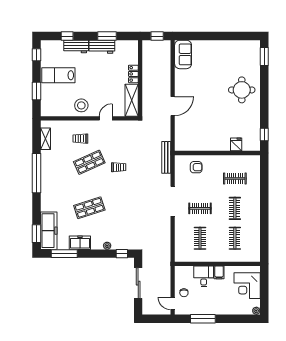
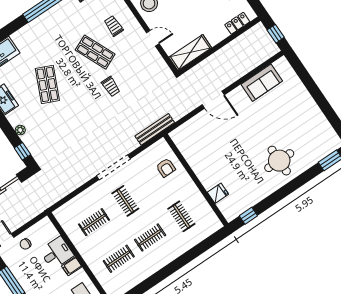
sofa: (183, 54) -> (262, 83), moved
locker: (133, 74) -> (237, 23), moved
shop shelf: (89, 208) -> (47, 84), turned 42

